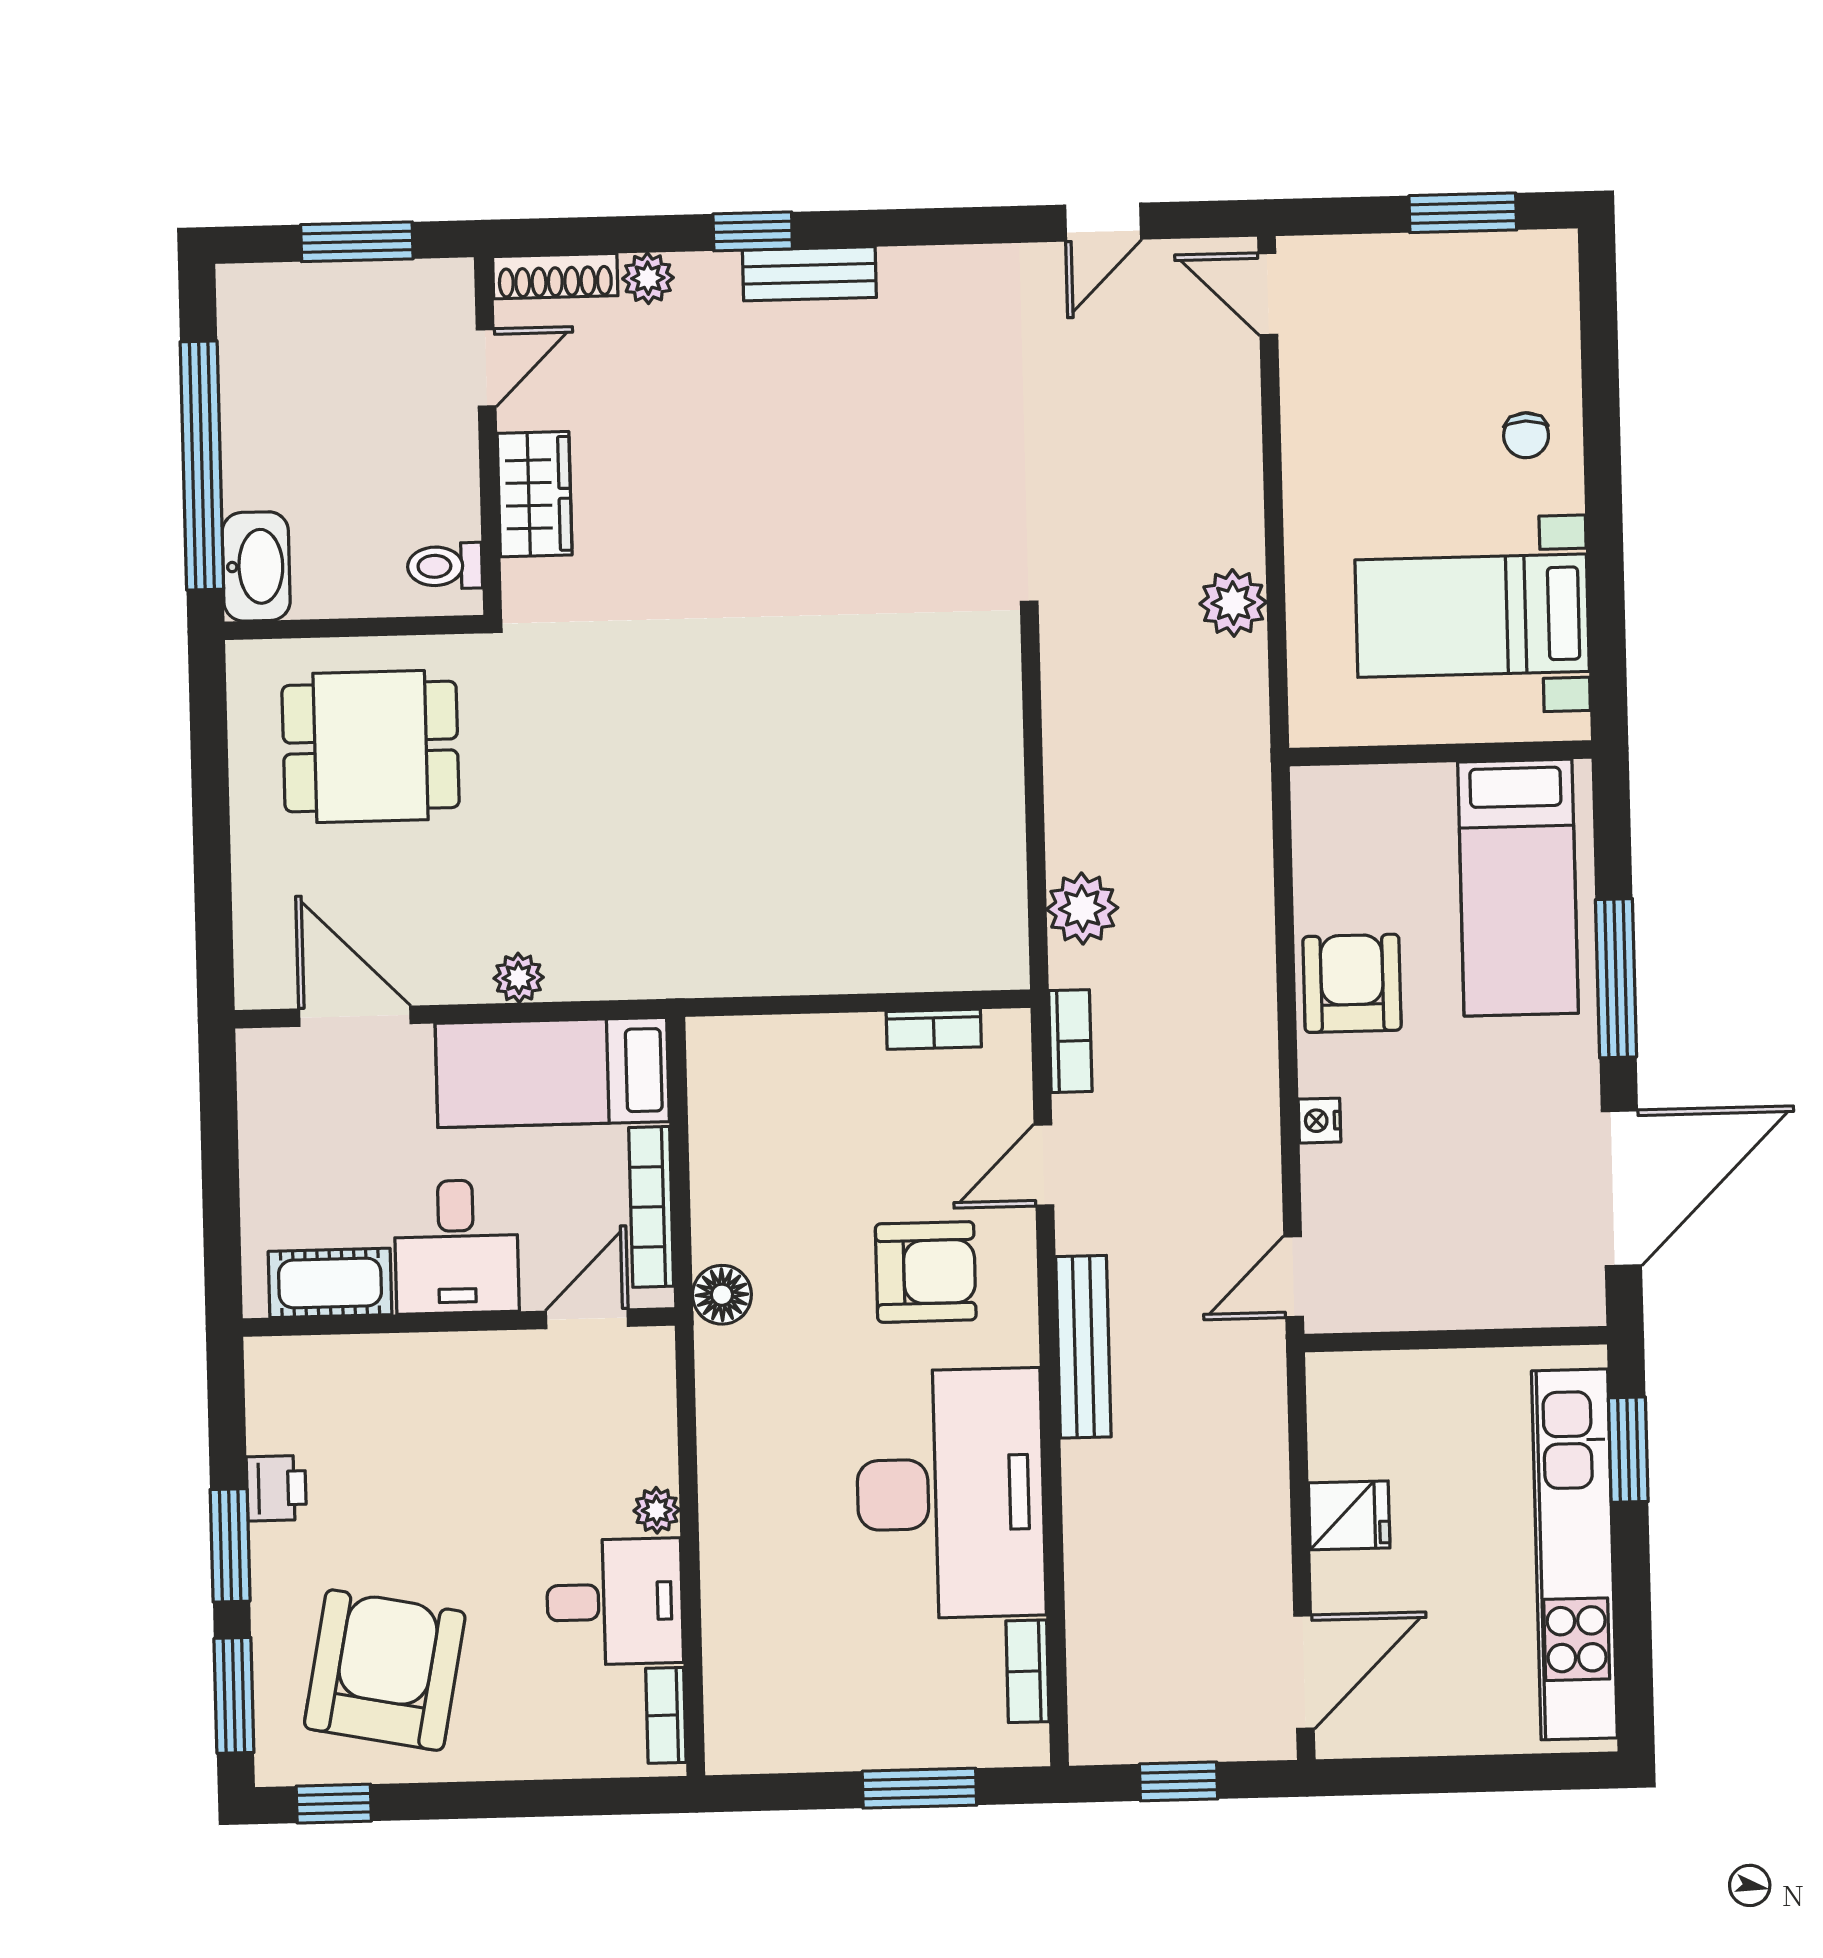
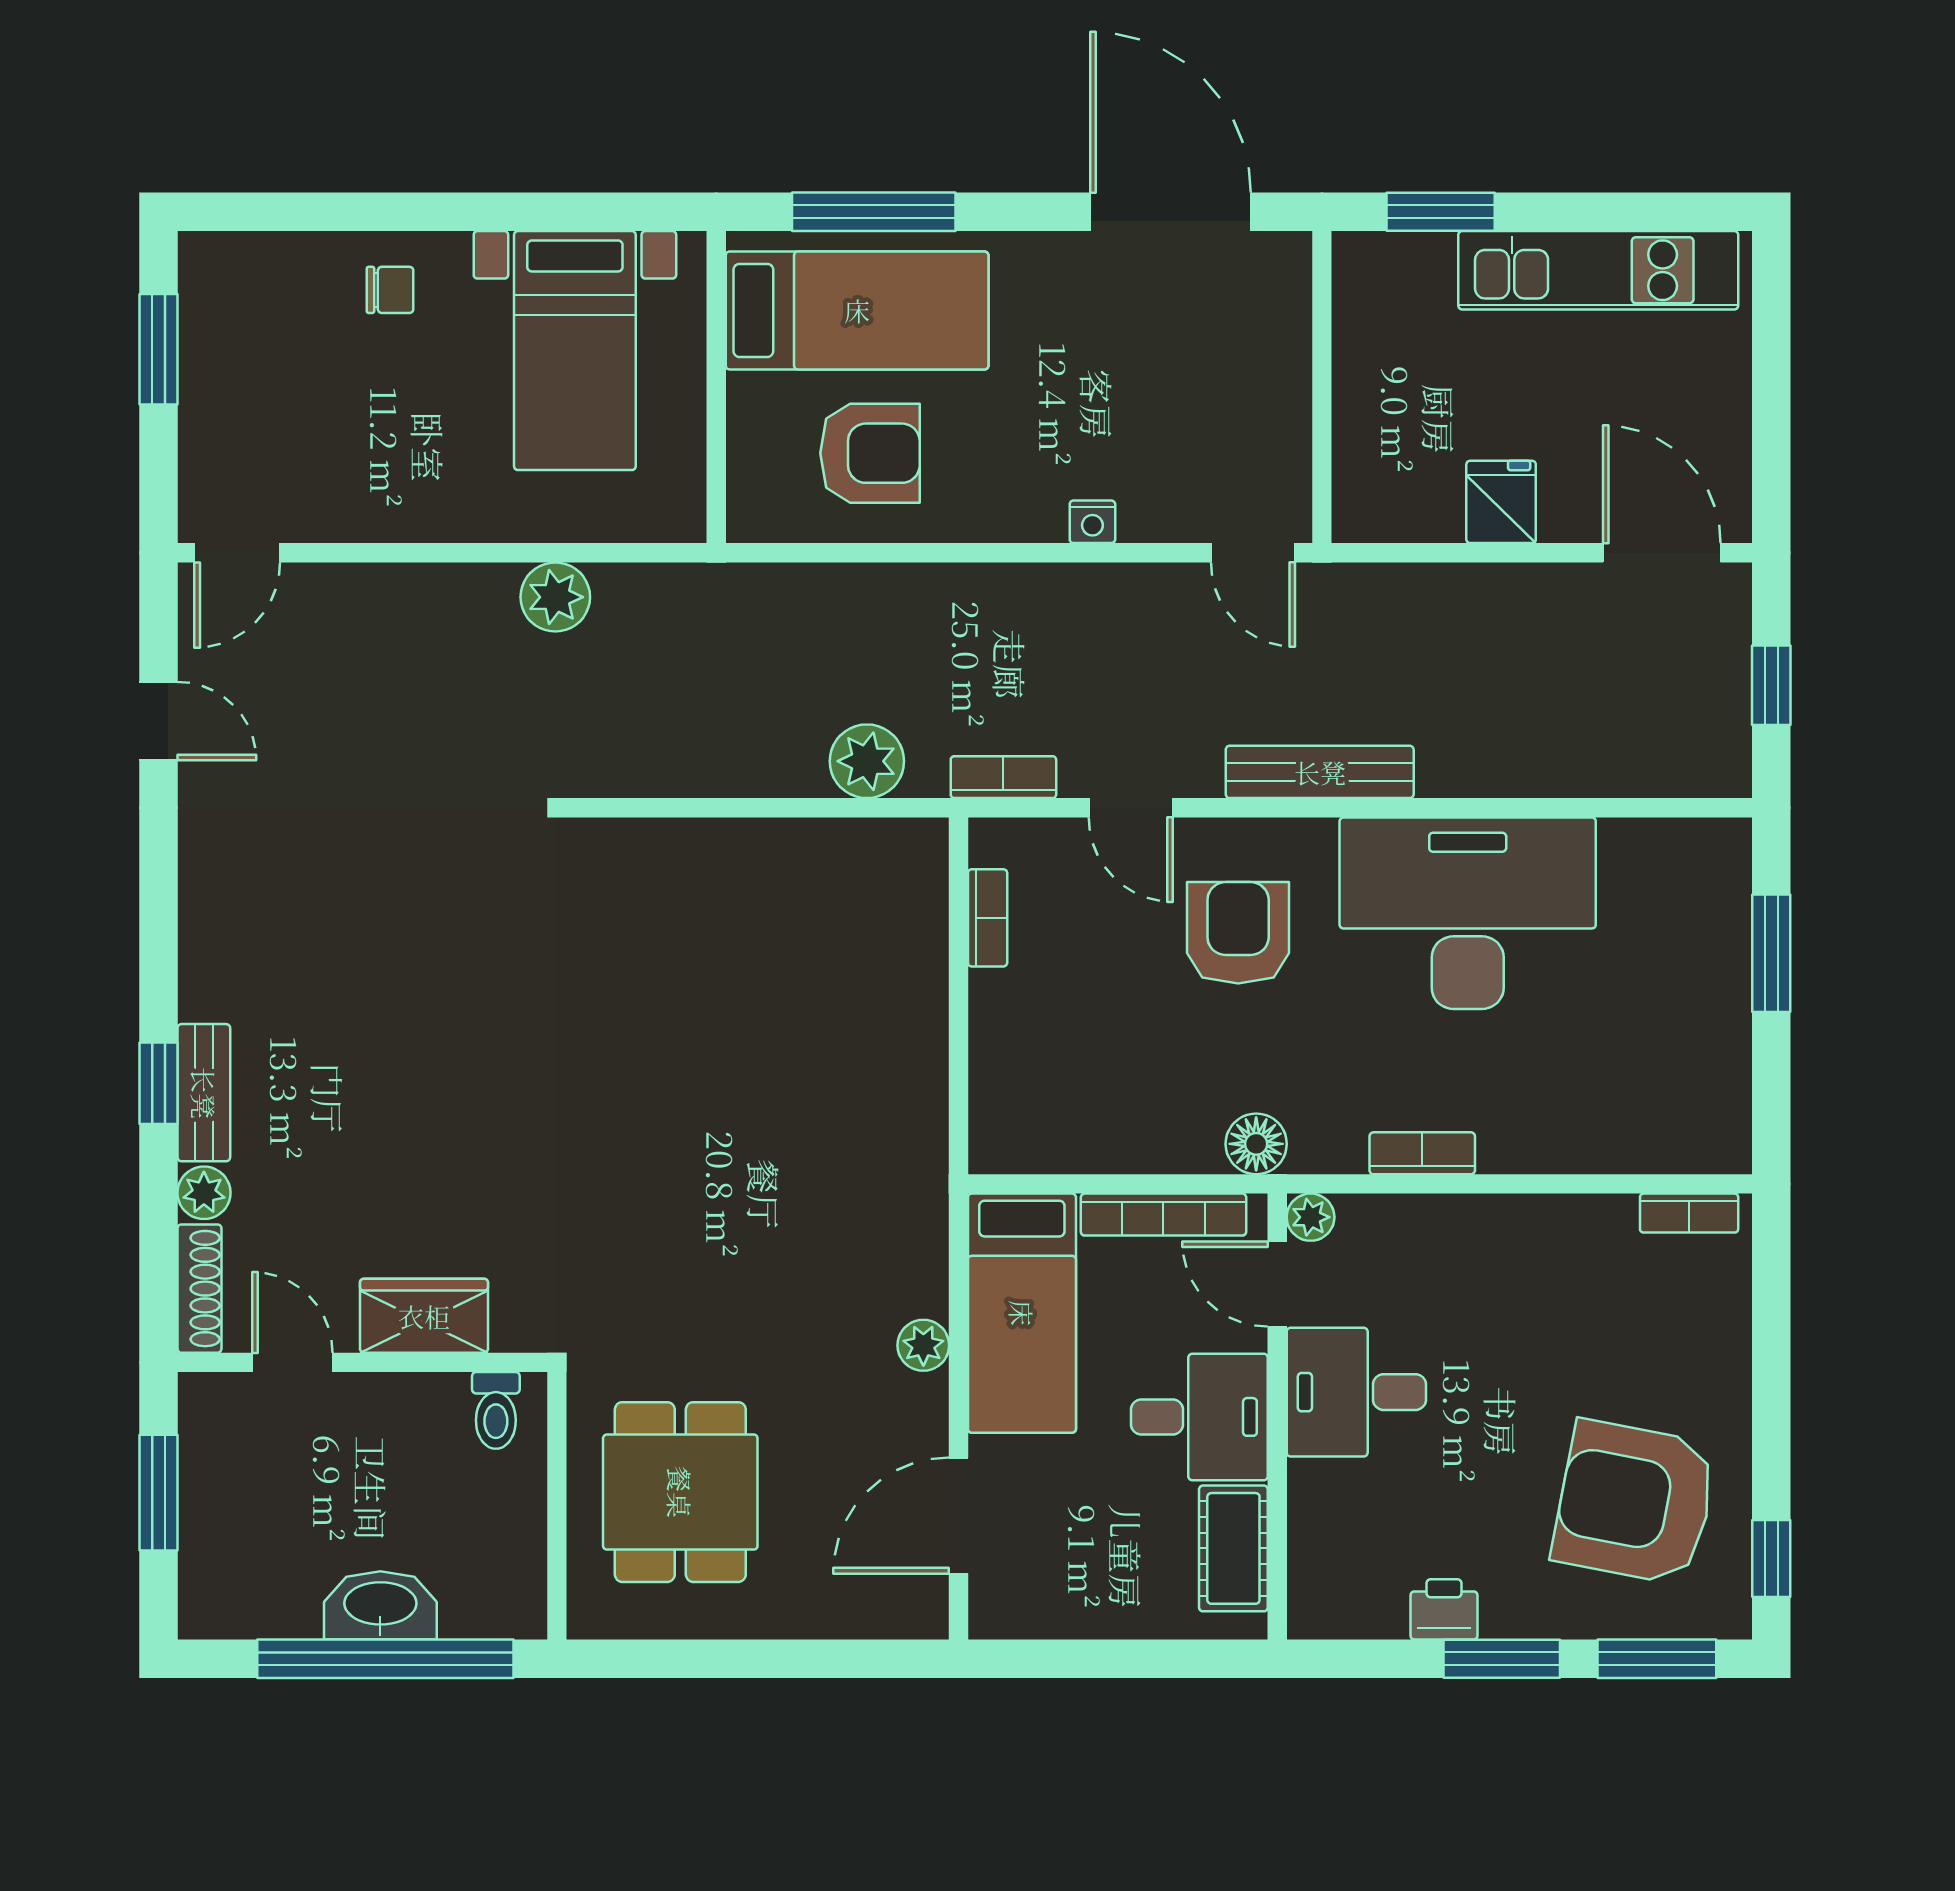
bench: (809, 274) -> (204, 1093), moved
washbasin: (256, 566) -> (380, 1605), moved
window: (1616, 978) -> (874, 212), moved
armchair: (1352, 983) -> (870, 453), moved, turned 180
plant: (657, 1510) -> (1311, 1217), moved
kitchen unit: (1574, 1554) -> (1598, 270), width x0.73
desk: (615, 1602) -> (1356, 1392), moved, turned -90
bookcase: (1028, 1671) -> (1422, 1153), moved, turned 180

